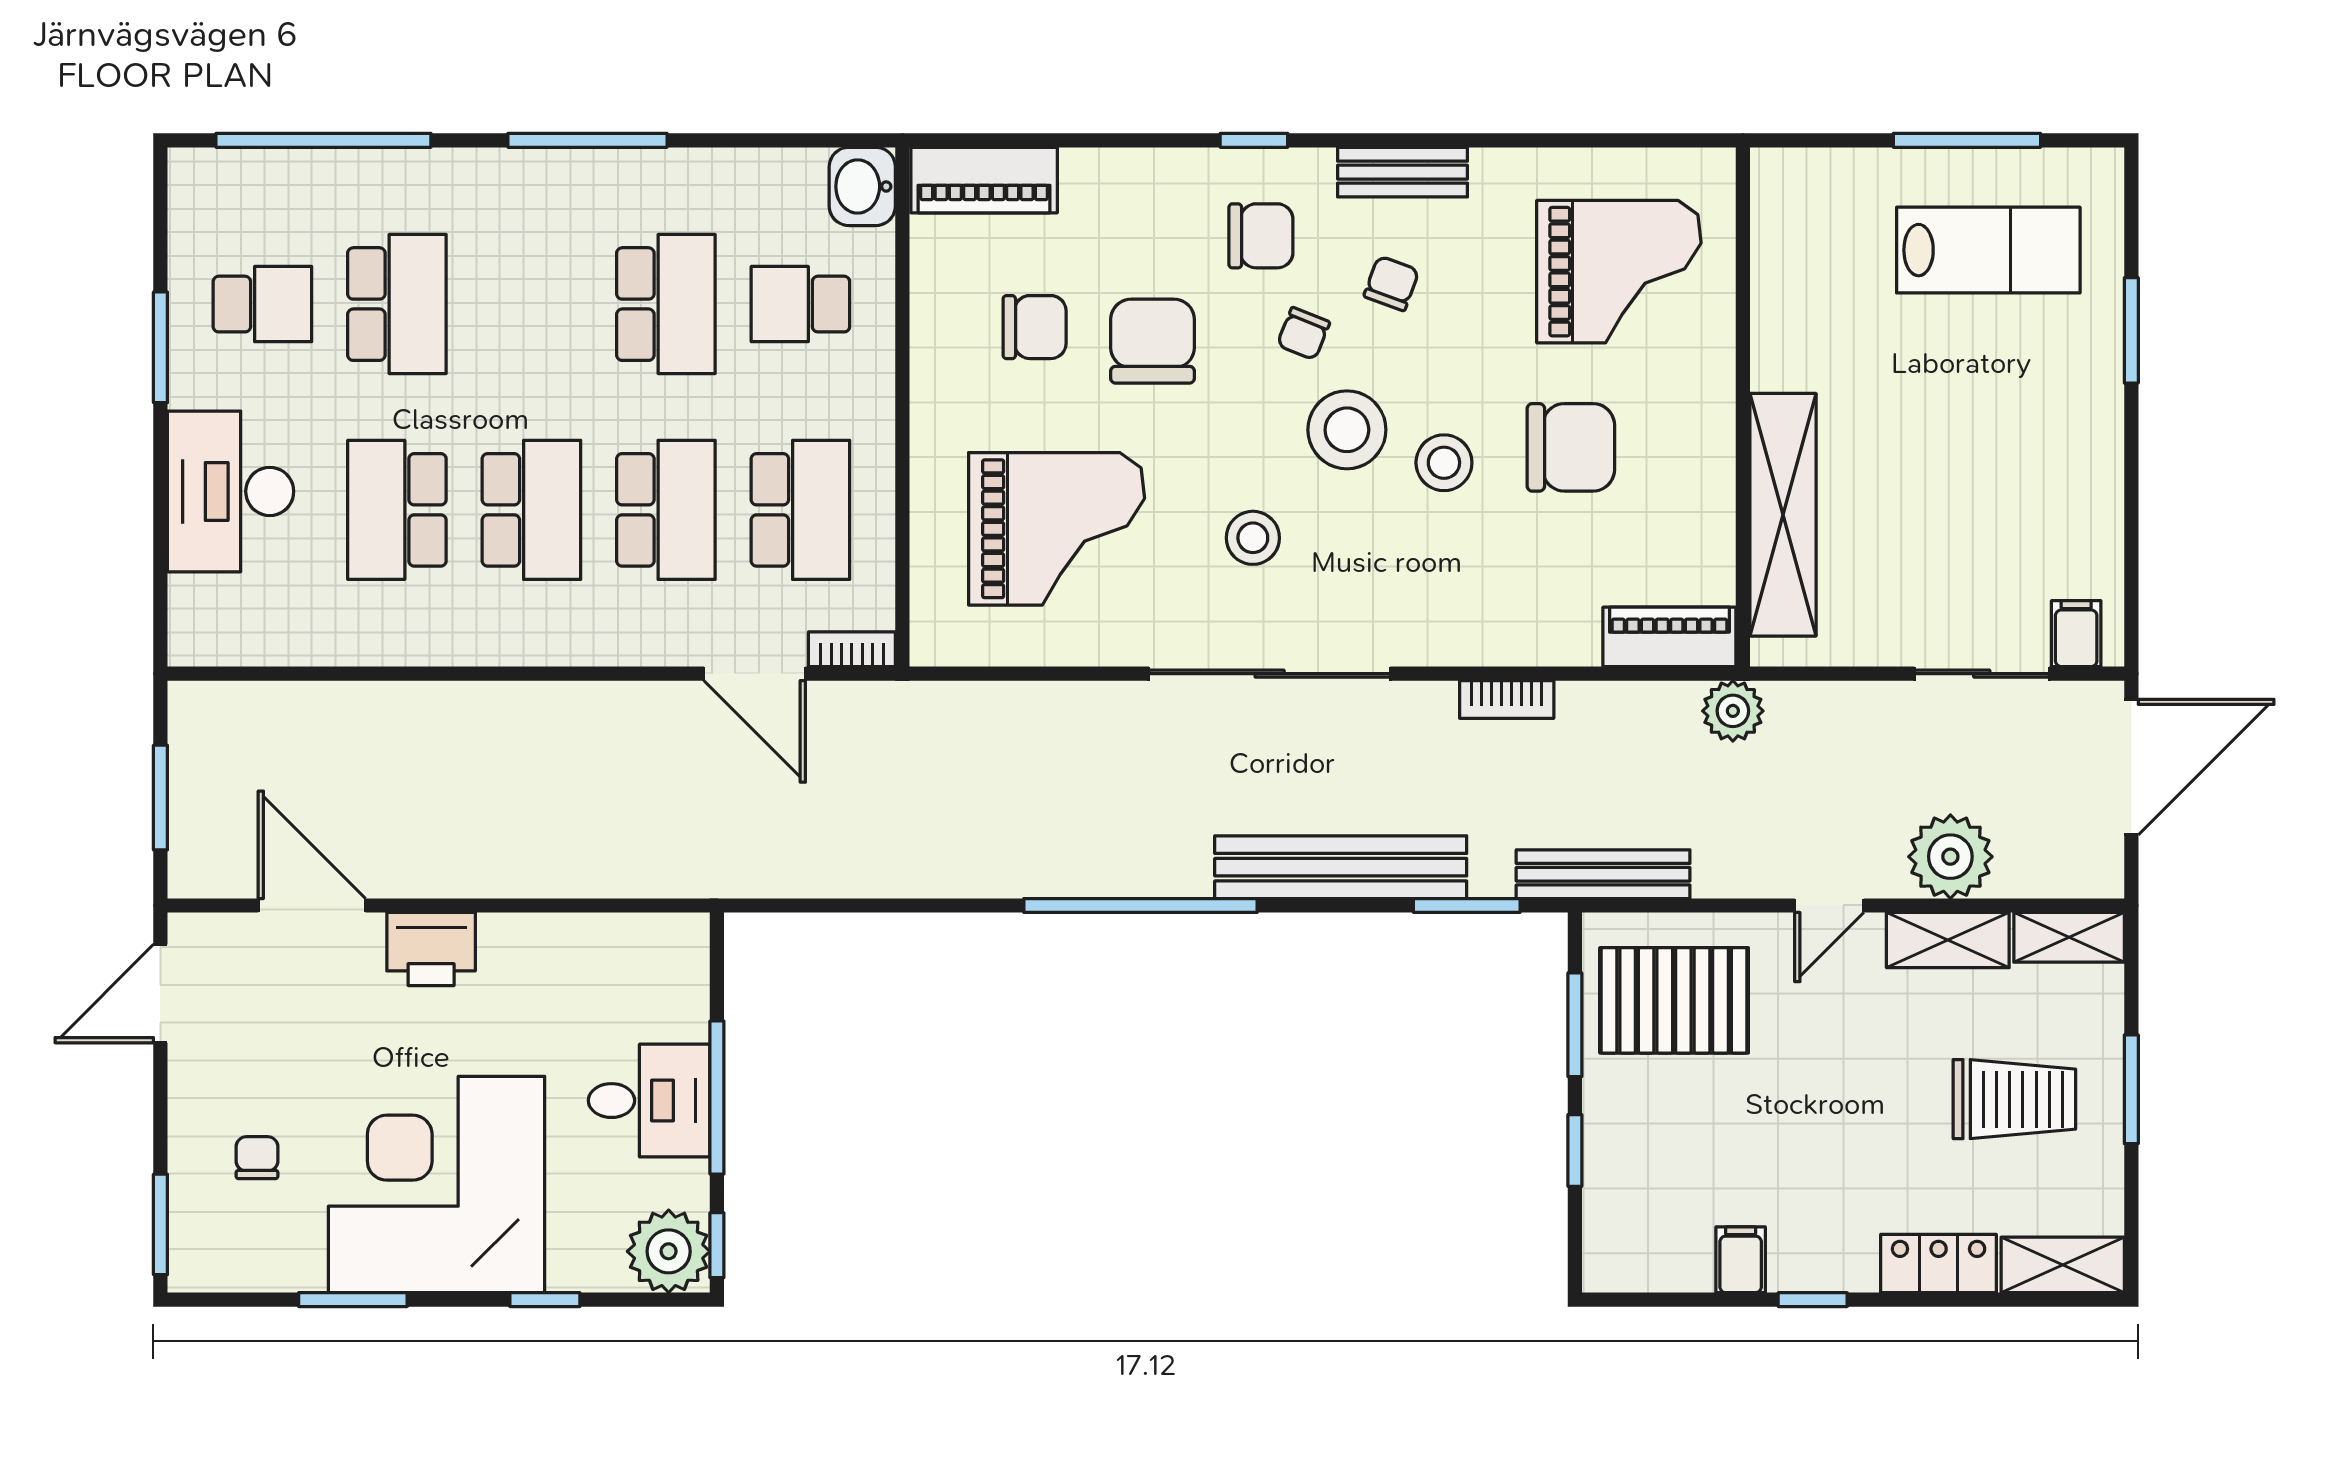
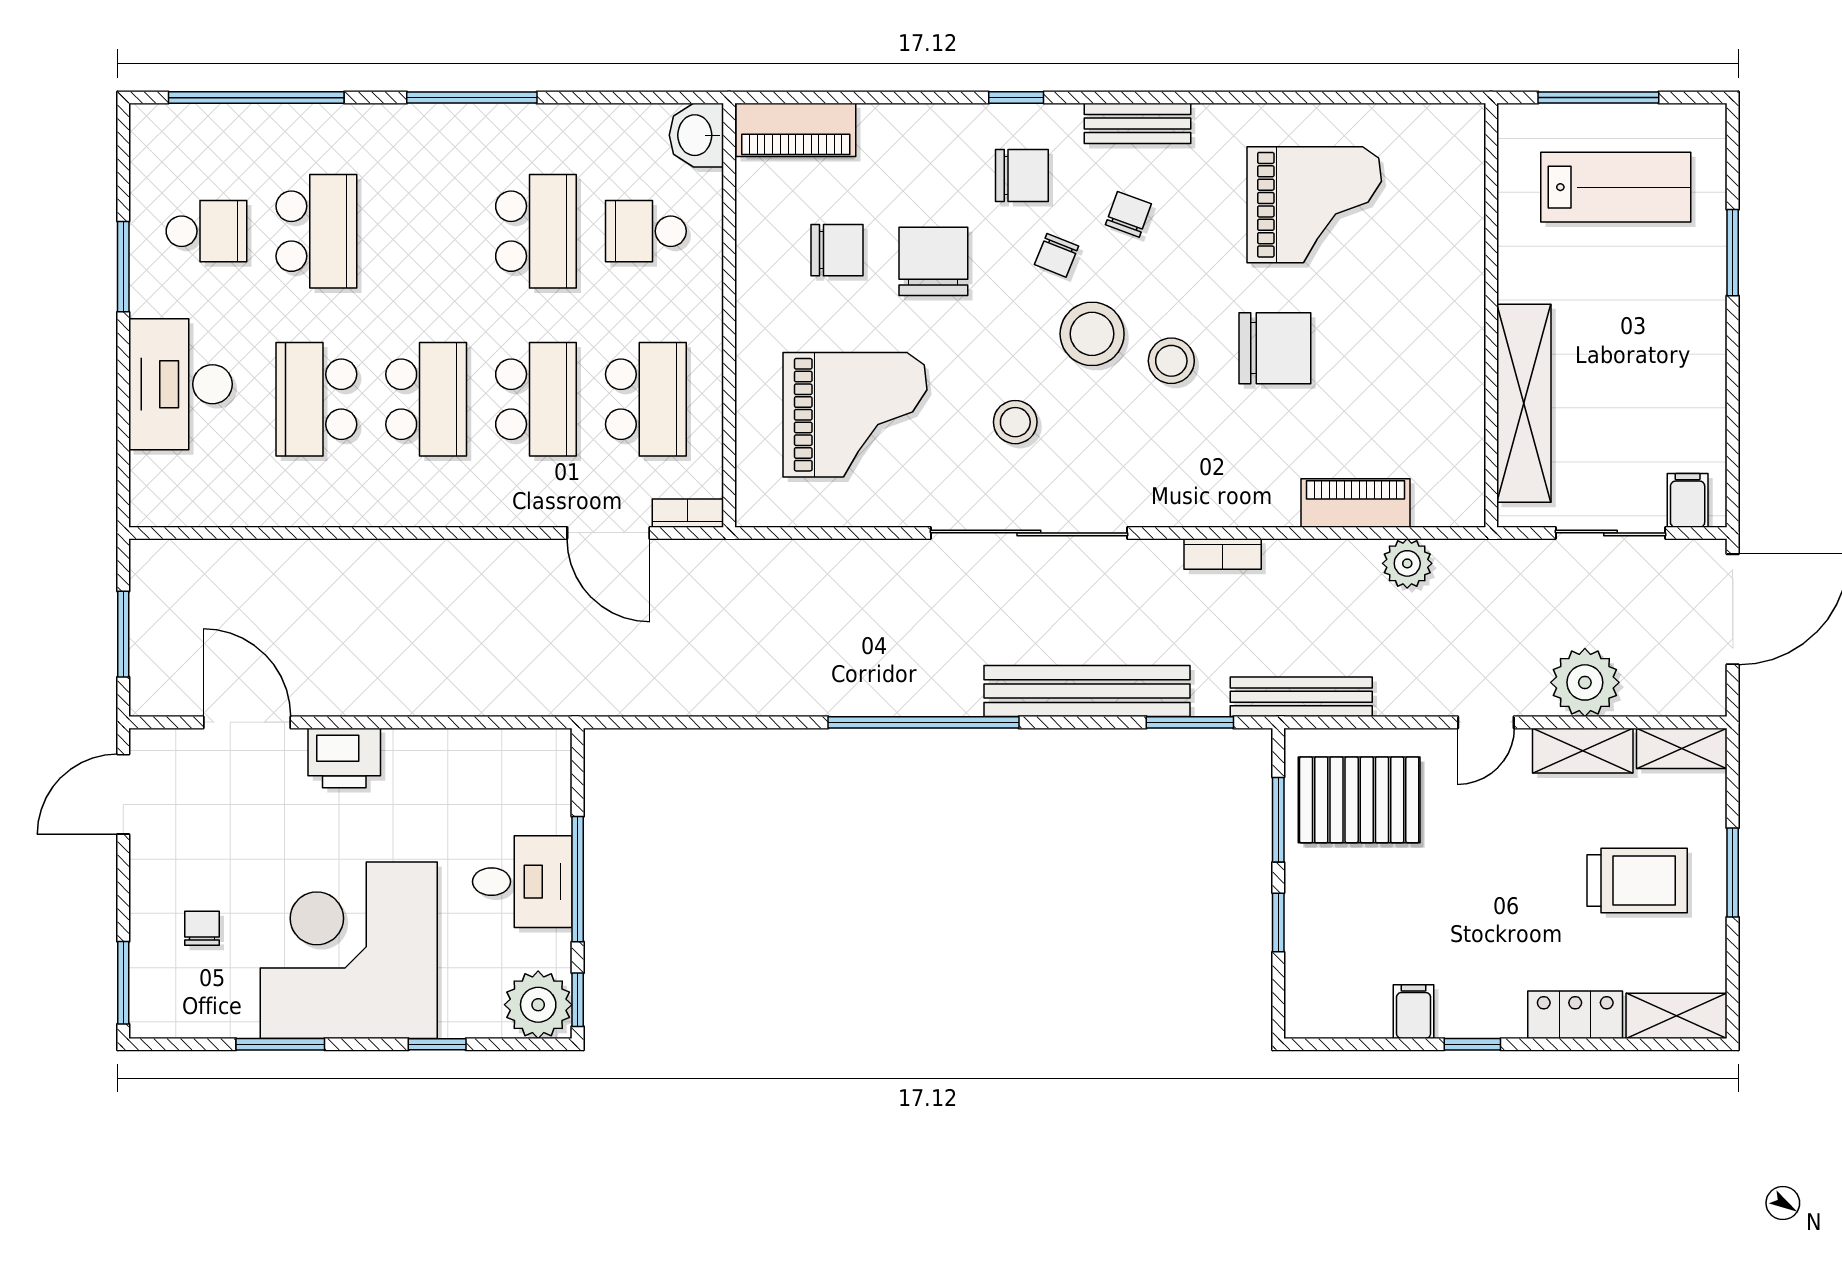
wall: (1743, 407) -> (1491, 315), moved
shelving: (1783, 515) -> (1524, 403), moved

